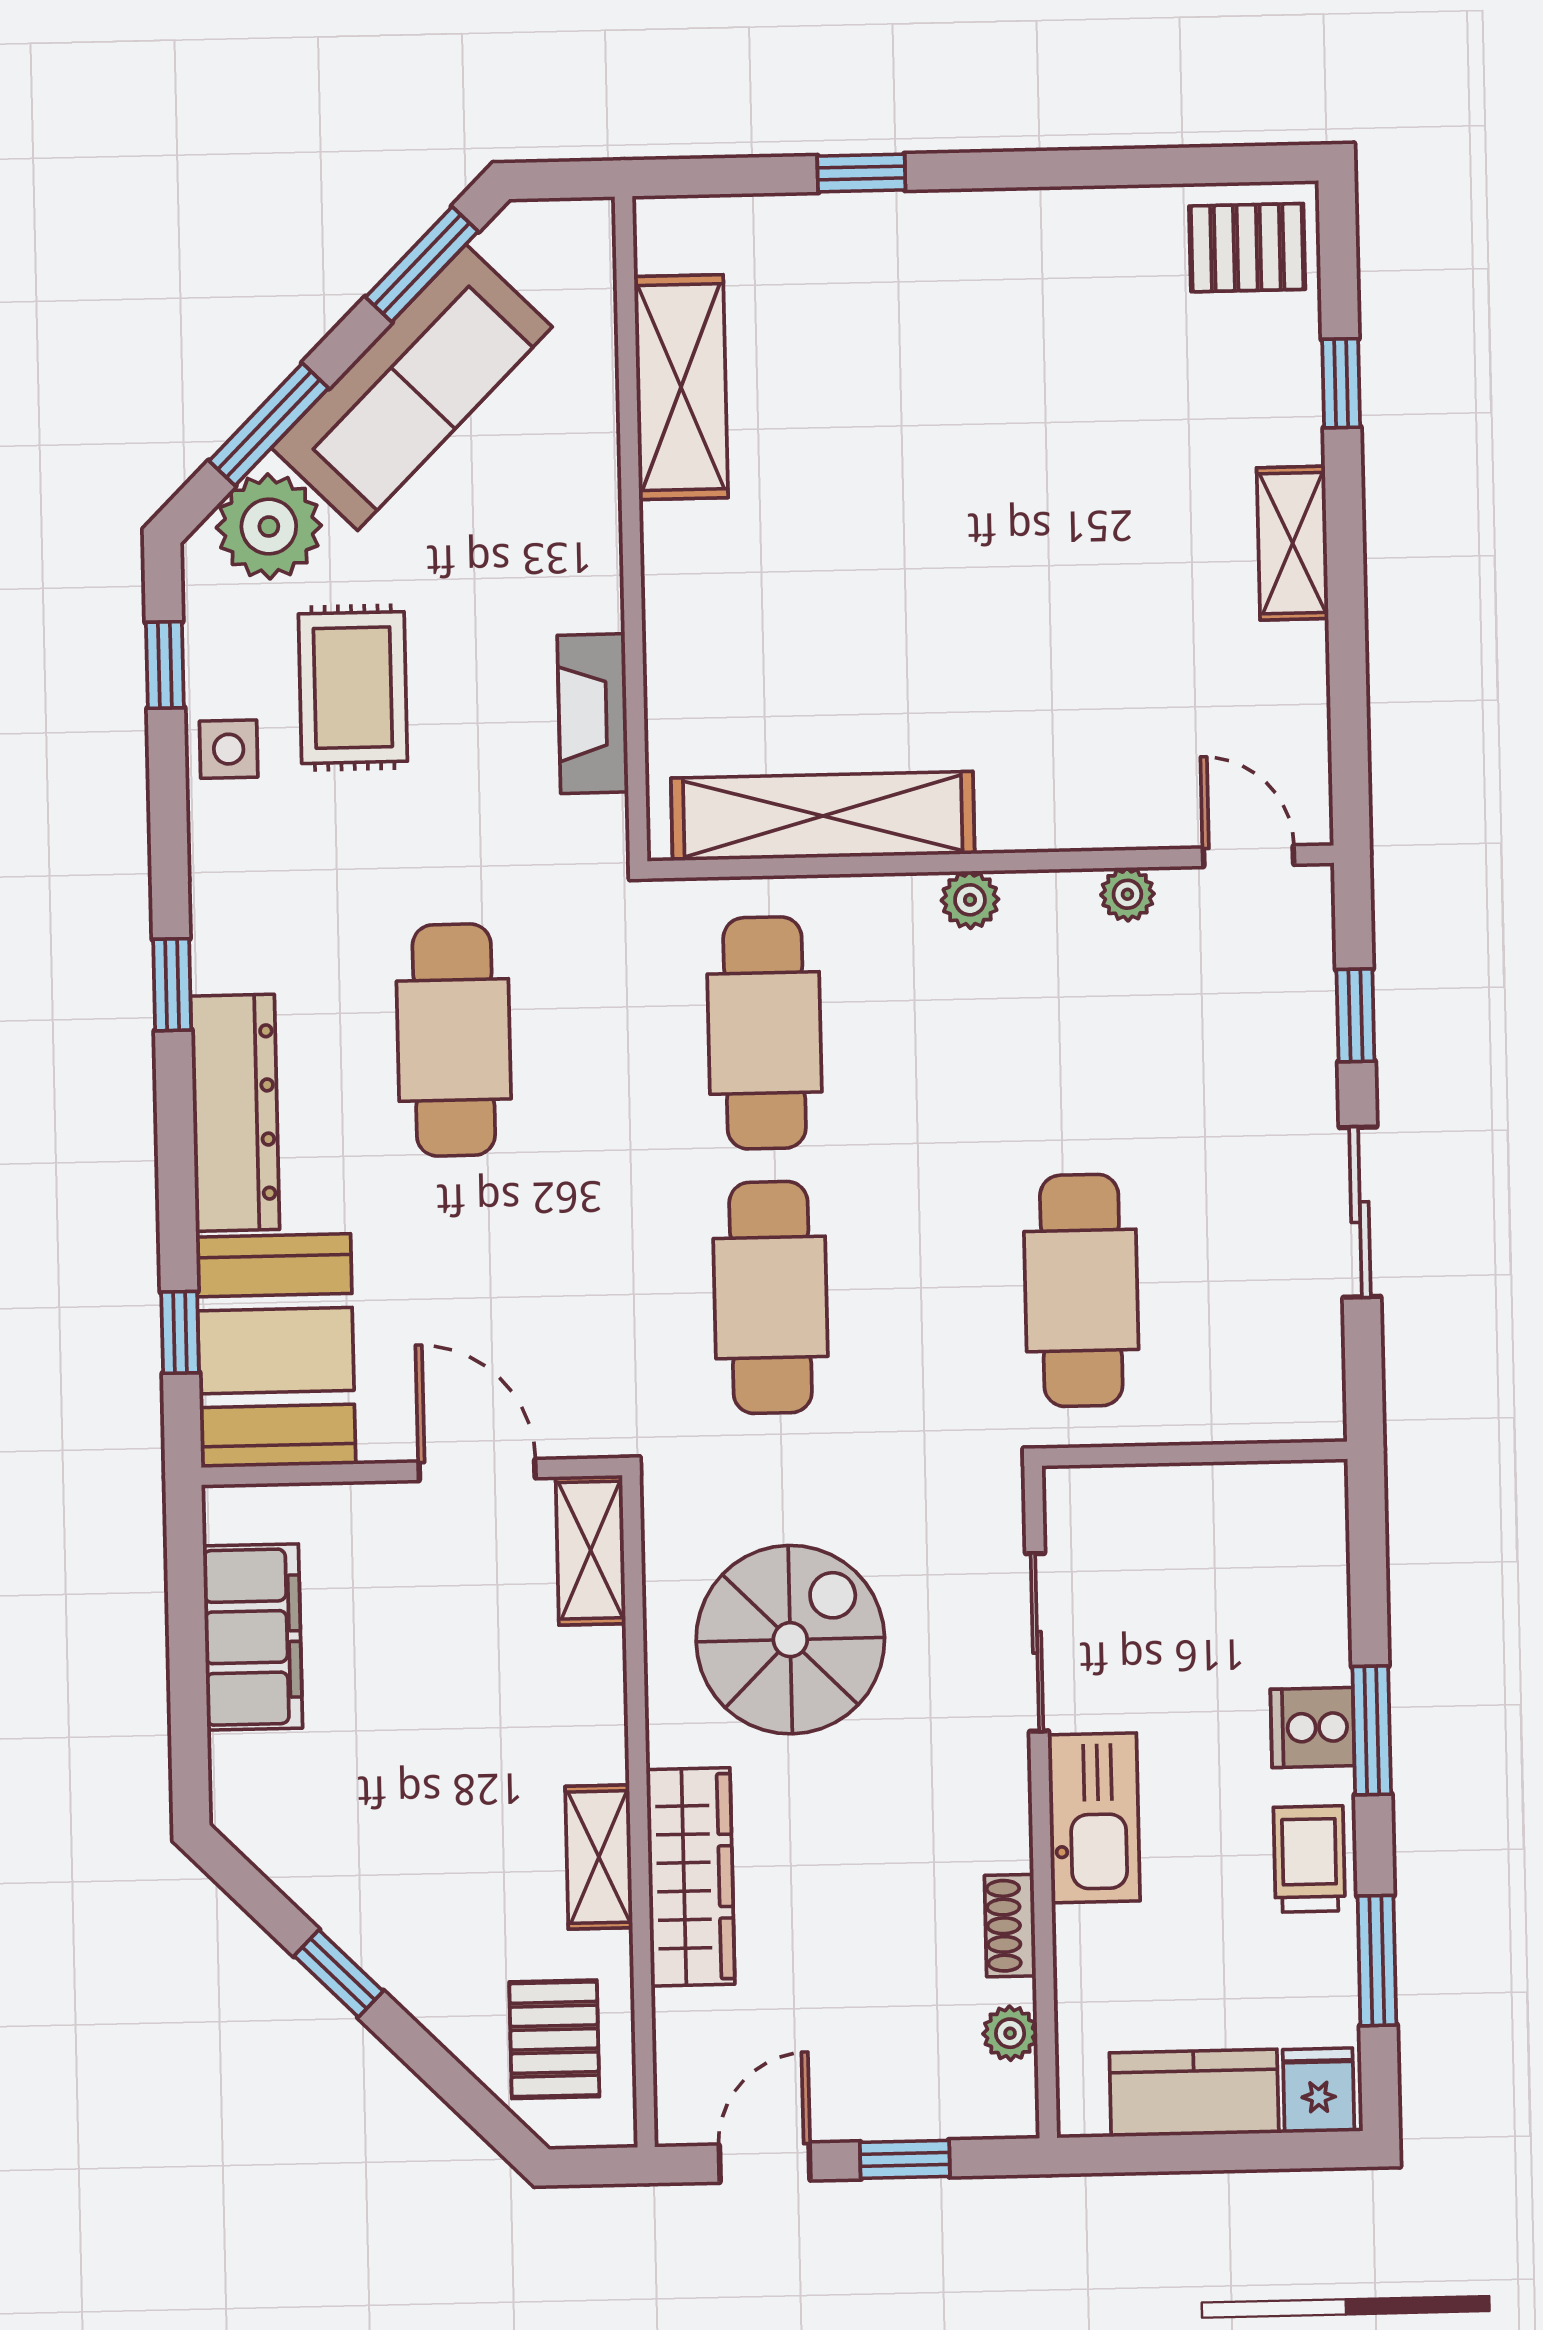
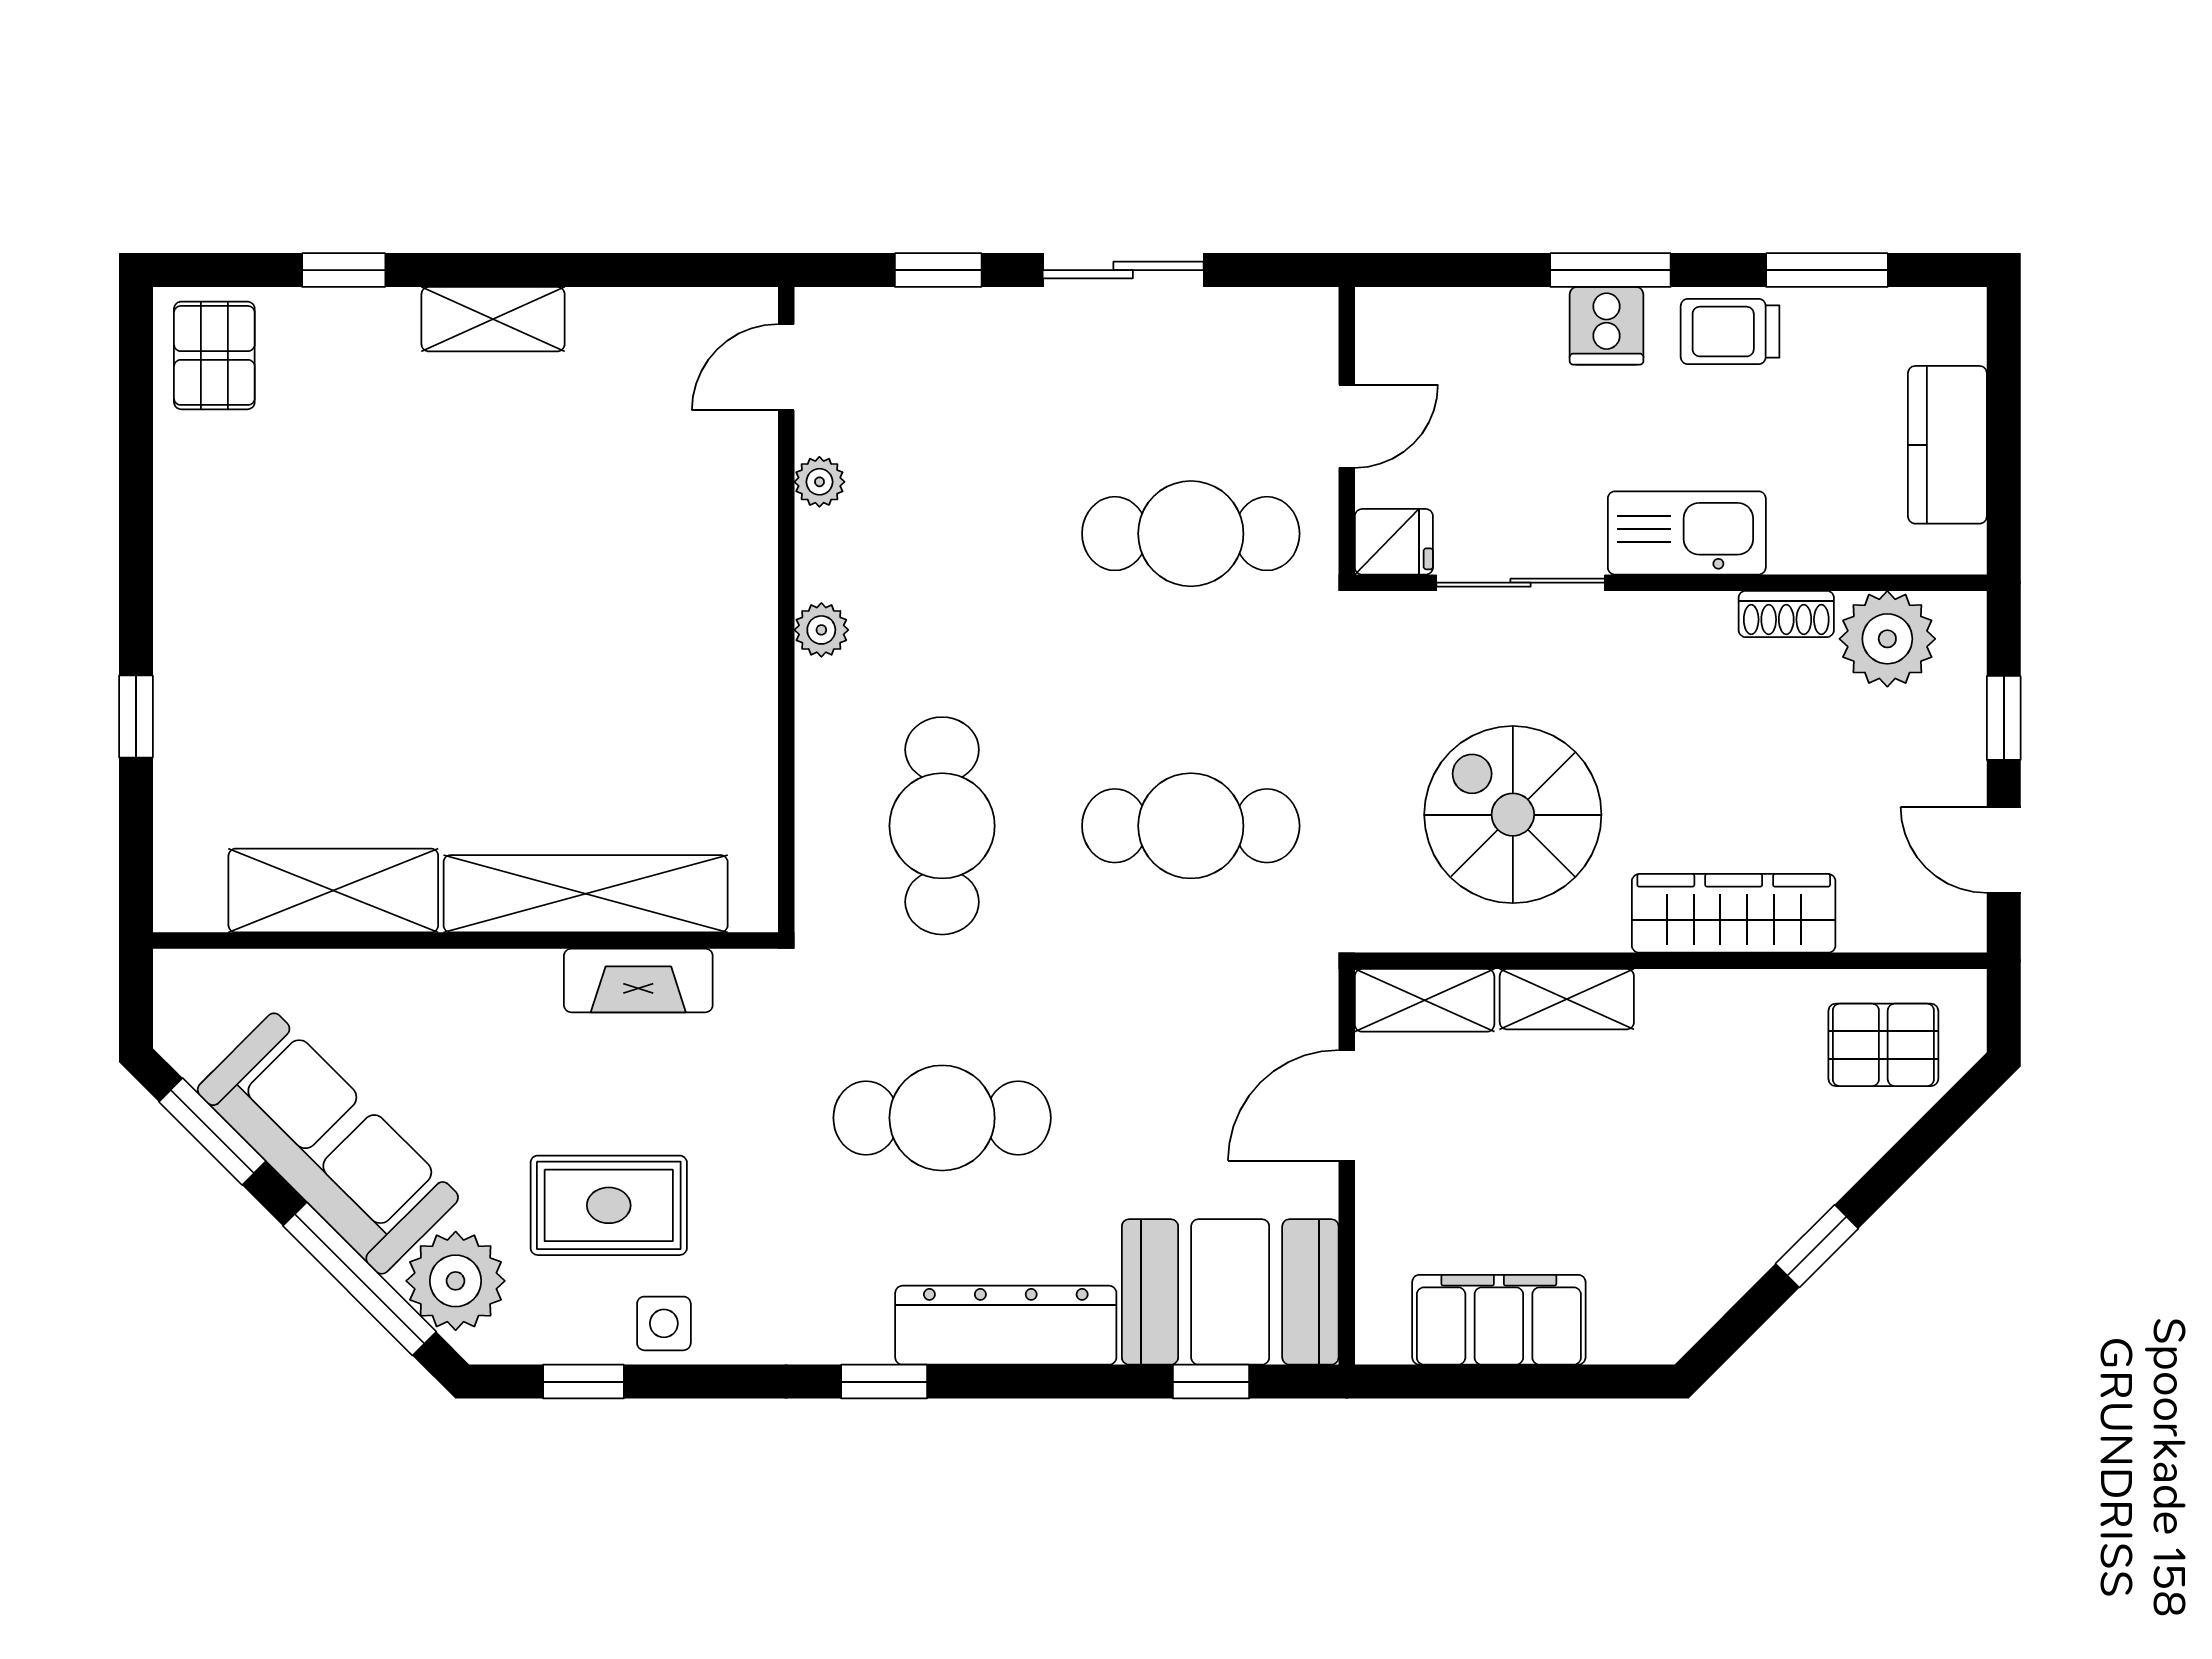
window: (269, 424) -> (360, 1279), width x1.44
shelving: (823, 816) -> (586, 894), moved, turned 90
cafe table: (765, 1033) -> (942, 826), turned 90
door: (1199, 1454) -> (1347, 426), added
shelving: (599, 1857) -> (1567, 999), moved
plant: (1010, 2033) -> (1887, 639), width x1.88, depth x1.88
fridge: (1319, 2090) -> (1394, 542), moved, turned 180

